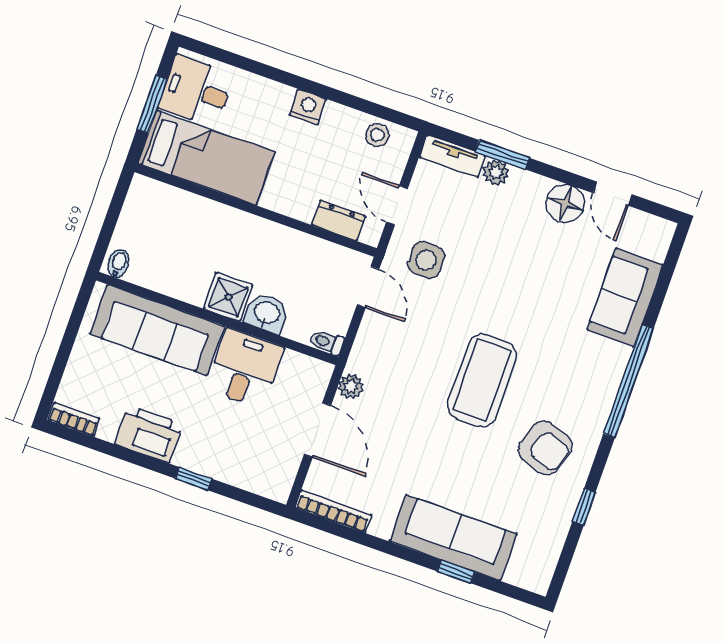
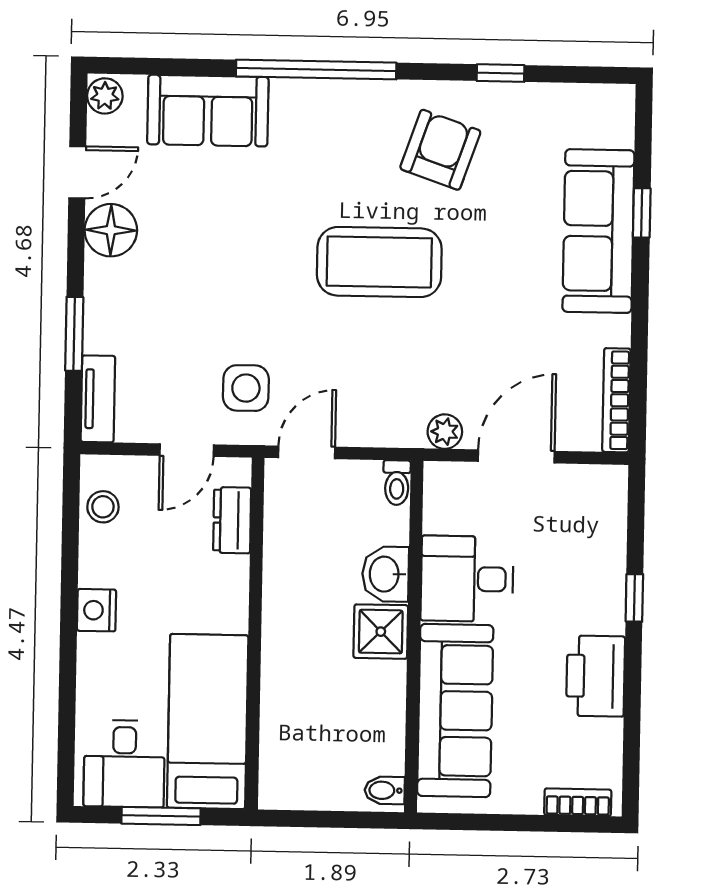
plant: (496, 172) -> (105, 96), moved
bookcase: (74, 419) -> (578, 802), moved, turned 90

